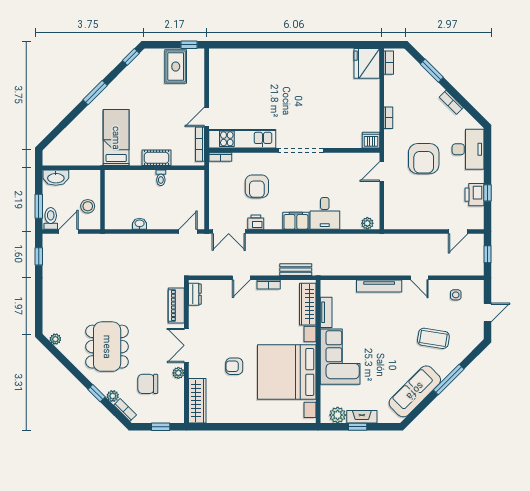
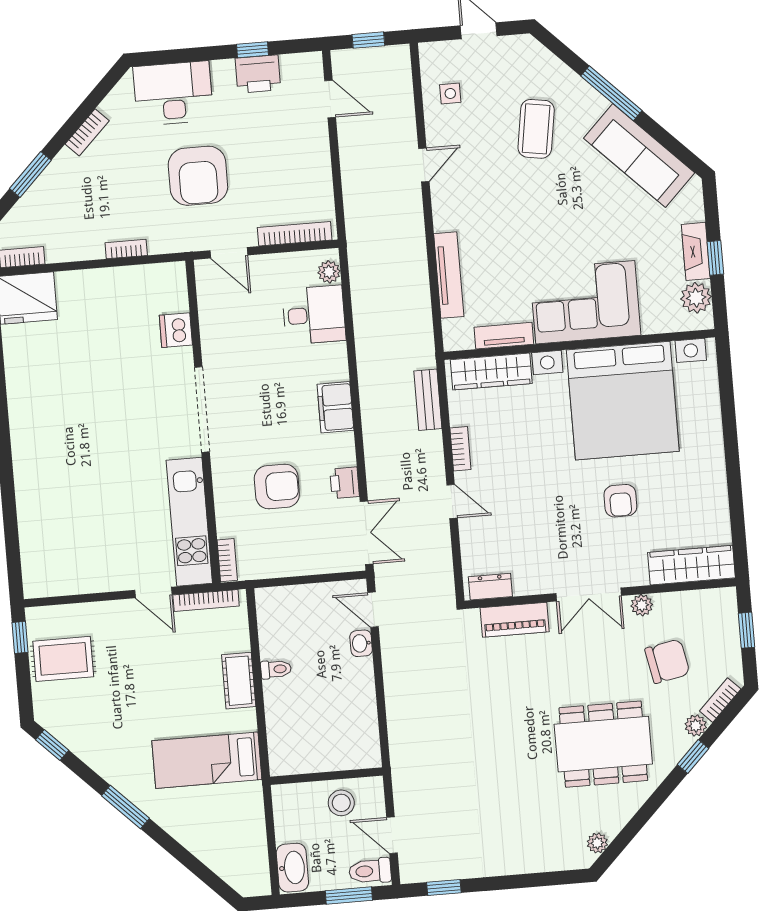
dishwasher: (371, 140) -> (176, 330), moved
armchair: (424, 159) -> (198, 176), turned 90
bookcase: (389, 207) -> (295, 234), added
desk: (325, 213) -> (314, 315), moved
washbasin: (140, 224) -> (361, 643), moved
tv unit: (379, 286) -> (449, 275), moved
chair: (148, 384) -> (667, 661), turned -101

